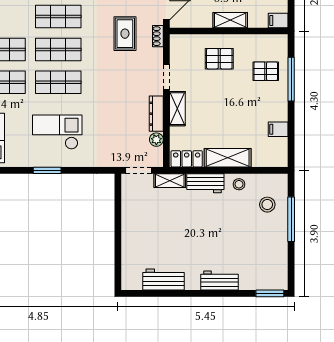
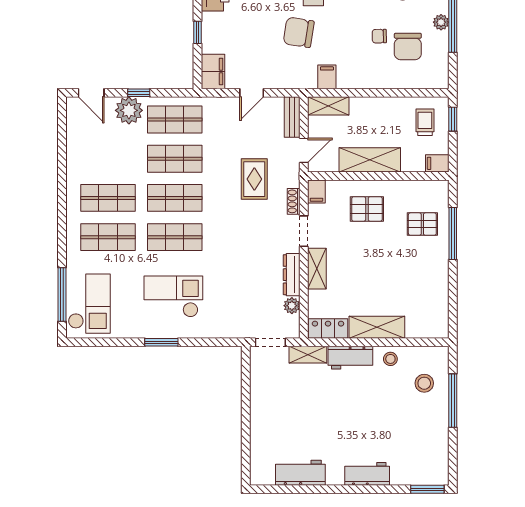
shelving: (230, 20) -> (370, 160), width x1.50, depth x1.33
shoe rack: (158, 36) -> (294, 201), moved
filing cabinet: (278, 129) -> (316, 192), moved, turned -90

